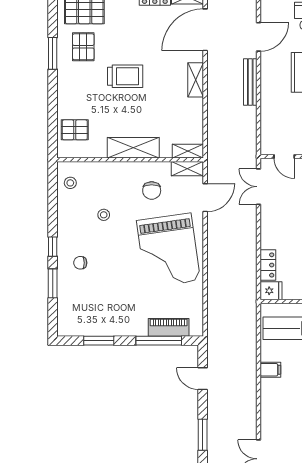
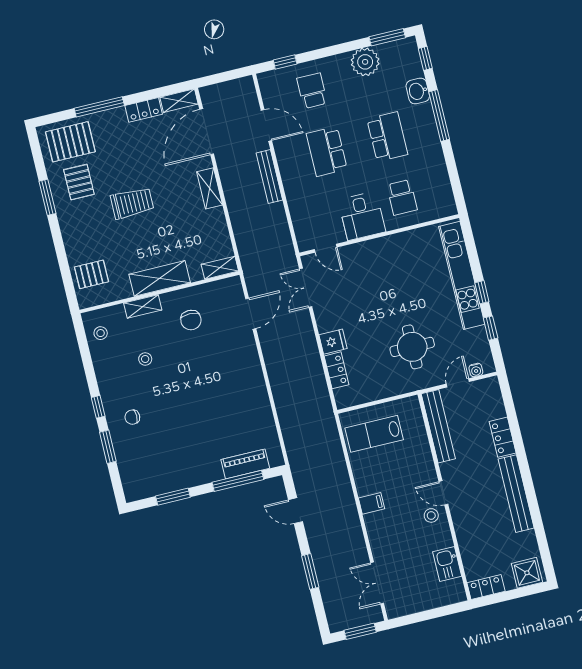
door: (258, 37) -> (266, 125), hinge flipped
shelving: (187, 169) -> (143, 306), moved
grand piano: (168, 251) -> (225, 381), removed
fridge: (271, 291) -> (333, 342), moved
filing cabinet: (270, 370) -> (371, 503), moved

